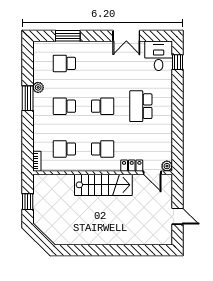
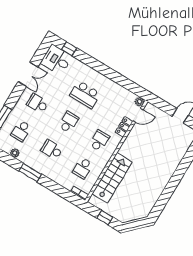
school desk: (103, 63) -> (38, 103), added
plant: (38, 87) -> (15, 153), moved
school desk: (64, 106) -> (52, 150), turned 90
stairs: (103, 185) -> (112, 178), moved

